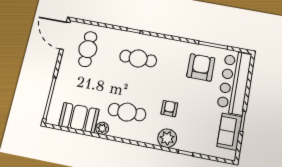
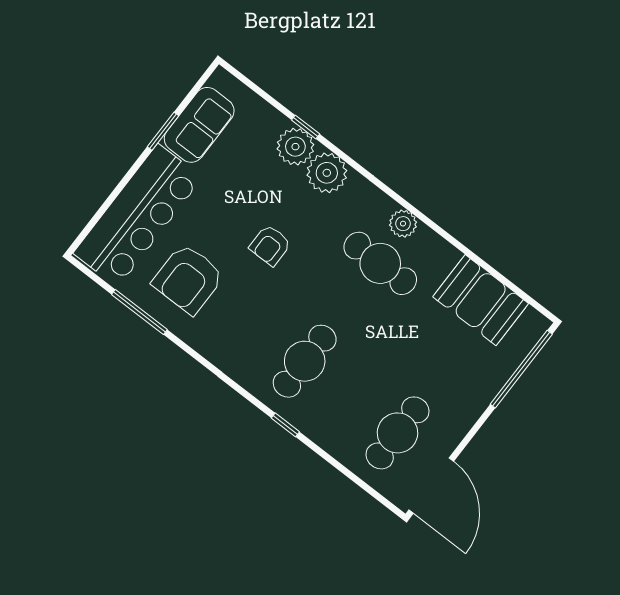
cafe table: (138, 58) -> (305, 361), turned 90
armchair: (169, 109) -> (270, 245), moved
plant: (102, 128) -> (403, 224), moved
plant: (186, 143) -> (295, 147), added

